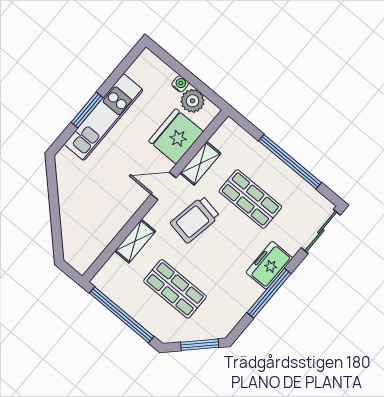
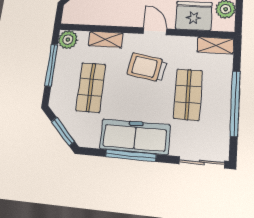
shelving: (200, 163) -> (215, 45), moved
freezer: (269, 265) -> (135, 137), width x1.91, depth x1.26
plant: (106, 280) -> (68, 40), added
window: (122, 315) -> (51, 65), width x0.68

